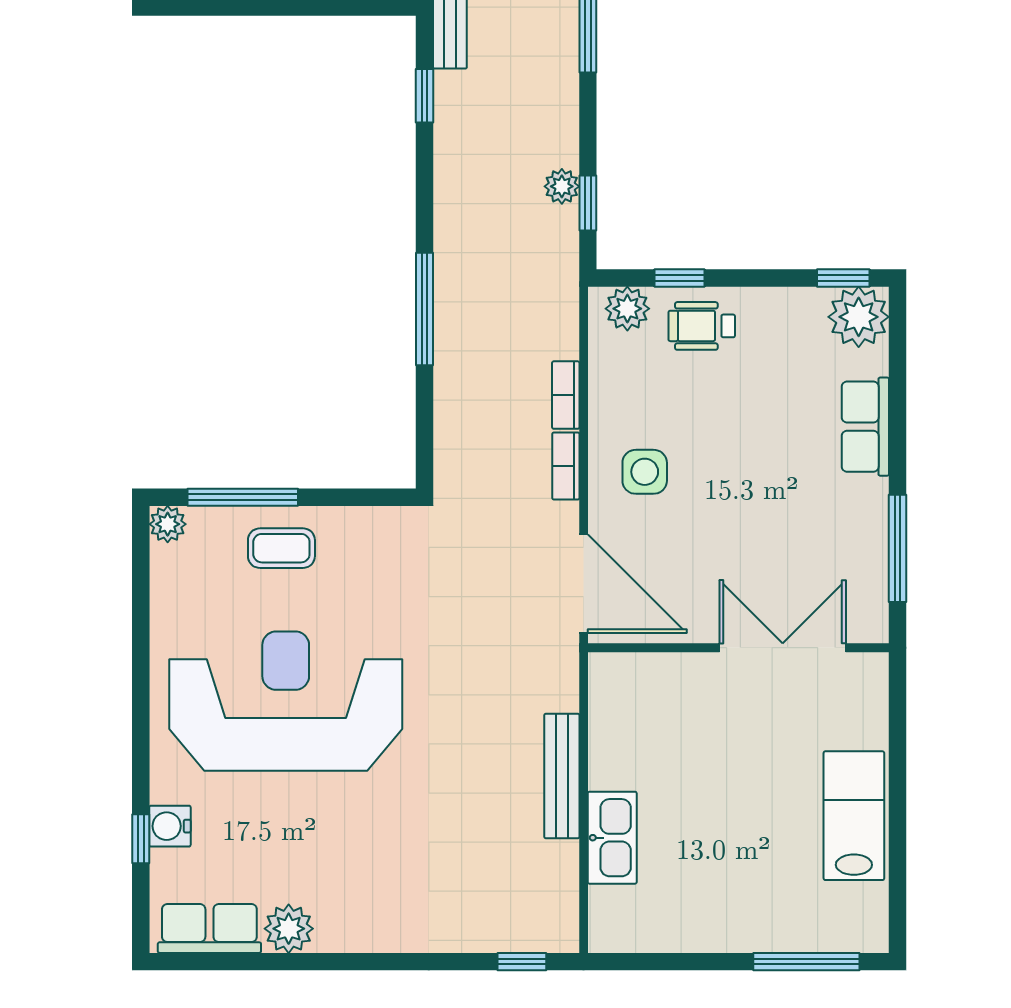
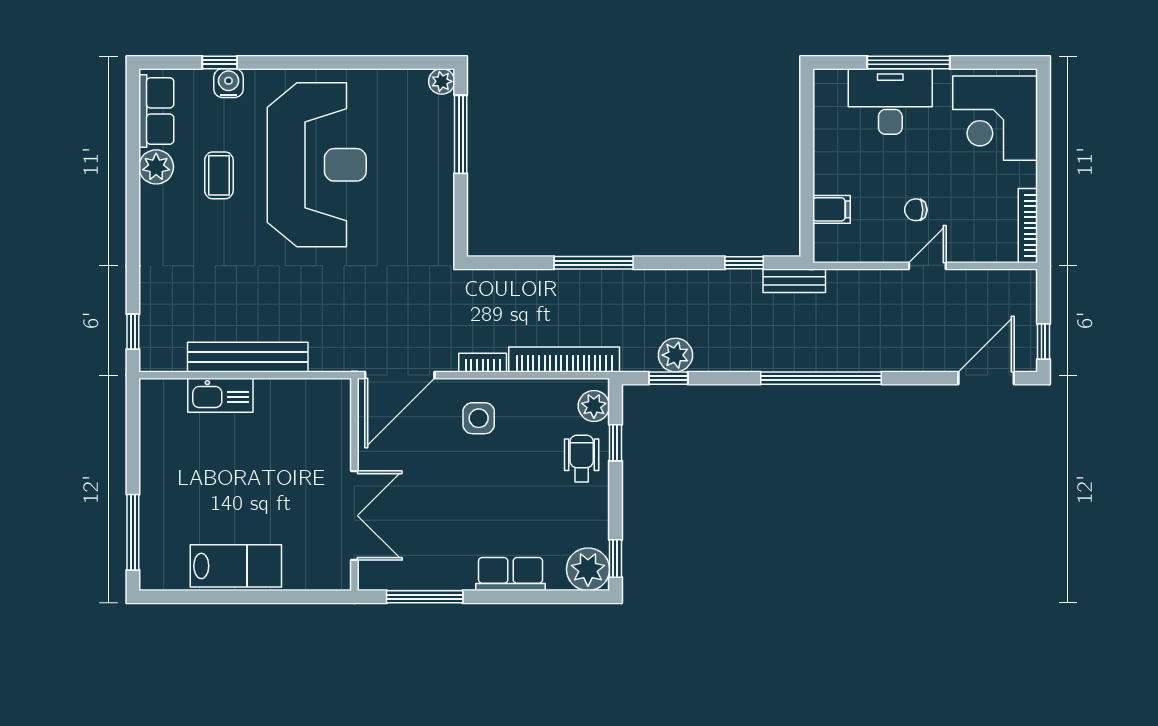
plant: (562, 186) -> (675, 355), width x1.38, depth x1.38
bookcase: (566, 395) -> (564, 360), width x2.31, depth x1.31
coffee table: (281, 548) -> (219, 175), moved
bench: (562, 776) -> (248, 357), width x1.37, depth x1.21

